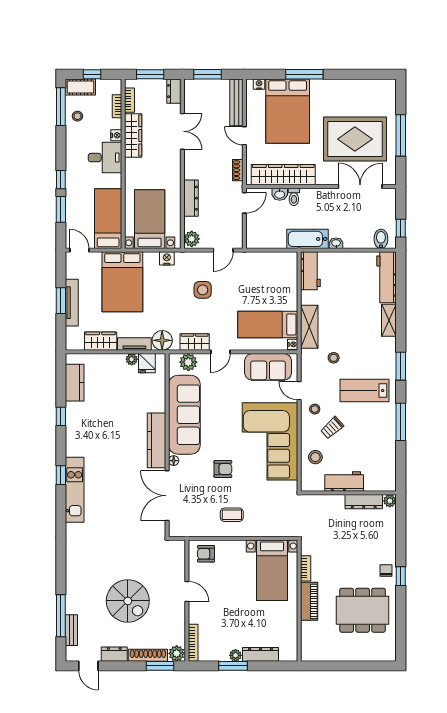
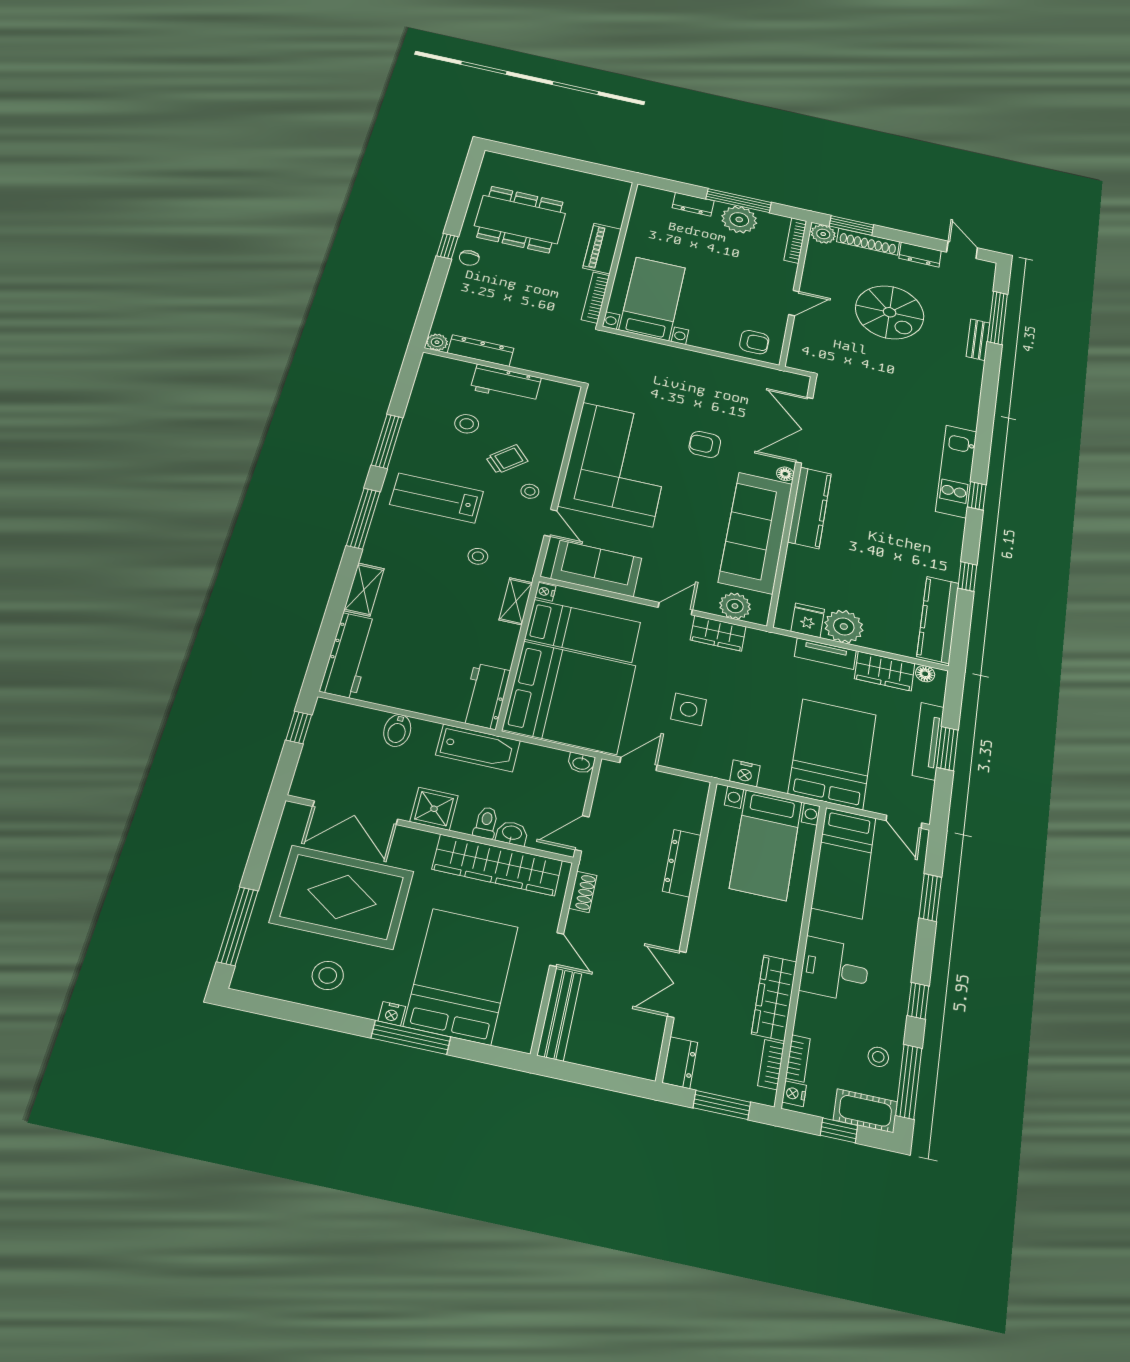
window: (207, 74) -> (606, 1080), removed
nightstand: (259, 84) -> (392, 1014), moved
stool: (351, 96) -> (328, 975), added
nightstand: (116, 135) -> (794, 1094), moved
window: (401, 135) -> (237, 926), moved
window: (61, 180) -> (918, 1001), moved
shower: (322, 198) -> (434, 809), added
plant: (192, 239) -> (693, 795), removed
bidet: (381, 239) -> (397, 730), moved
washbasin: (336, 243) -> (581, 763), moved
bed: (267, 281) -> (570, 697), added
shelving: (309, 327) -> (516, 601), width x0.67, depth x0.75
floor lamp: (162, 340) -> (925, 674), moved, width x0.53, depth x0.53
plant: (132, 359) -> (844, 626), width x1.87, depth x1.87
window: (401, 366) -> (363, 518), width x1.44
kitchen counter: (75, 383) -> (938, 620), width x1.50
lab bench: (365, 391) -> (437, 498), turned 180
stool: (315, 457) -> (467, 424), moved
double door: (167, 496) -> (804, 430), swing flipped
coffee table: (232, 515) -> (702, 382), removed
bookcase: (306, 568) -> (595, 298), width x1.56
door: (187, 591) -> (794, 303), swing flipped
spiral stairs: (128, 601) -> (890, 312), turned 180
bench: (71, 630) -> (978, 340), moved
dresser: (261, 654) -> (693, 204), width x0.70
plant: (235, 655) -> (739, 220), width x1.88, depth x1.88
window: (233, 666) -> (739, 201), width x1.44

